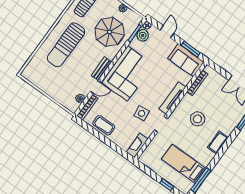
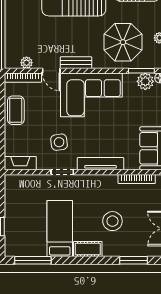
stool: (197, 119) -> (112, 221), moved
bed: (184, 164) -> (60, 229), moved

